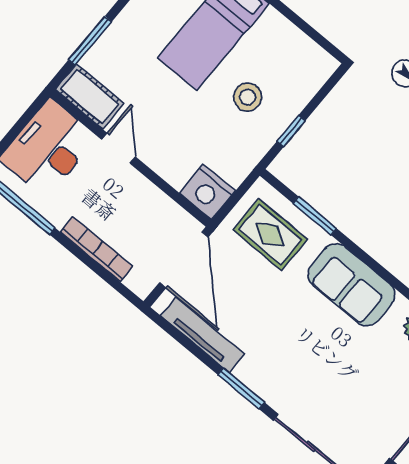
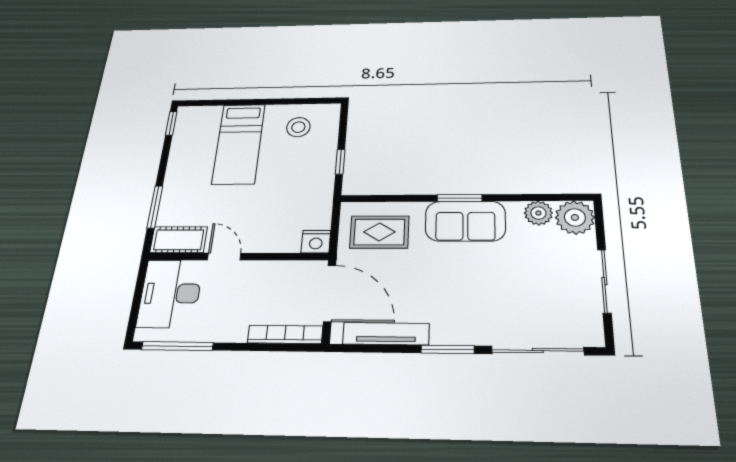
stool: (248, 97) -> (298, 127), moved
nightstand: (207, 192) -> (316, 242), width x0.74, depth x0.75
window: (315, 216) -> (460, 198), moved
bookcase: (96, 249) -> (285, 334), moved

